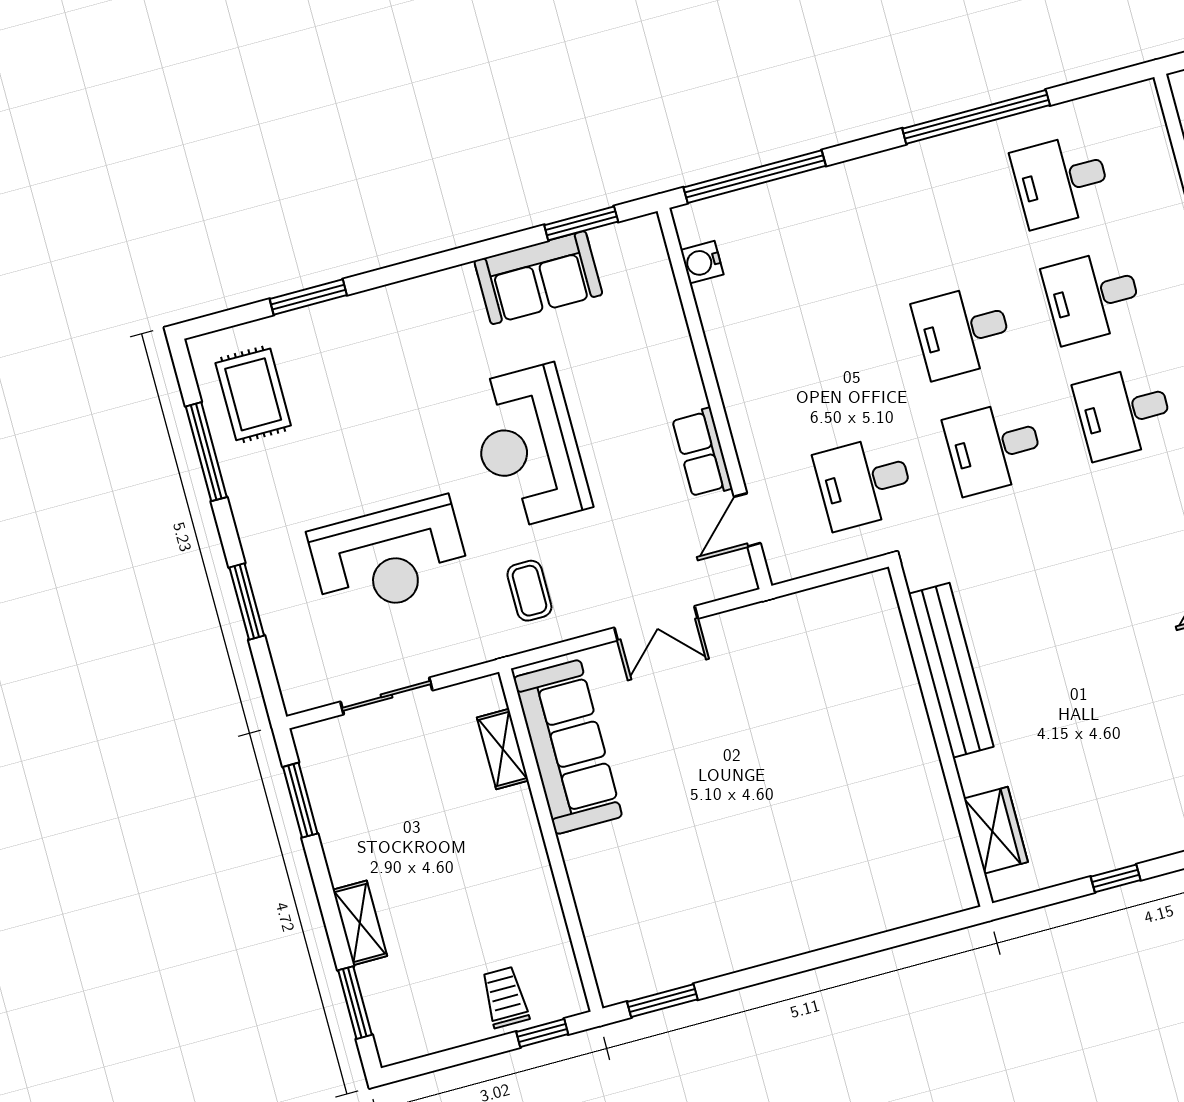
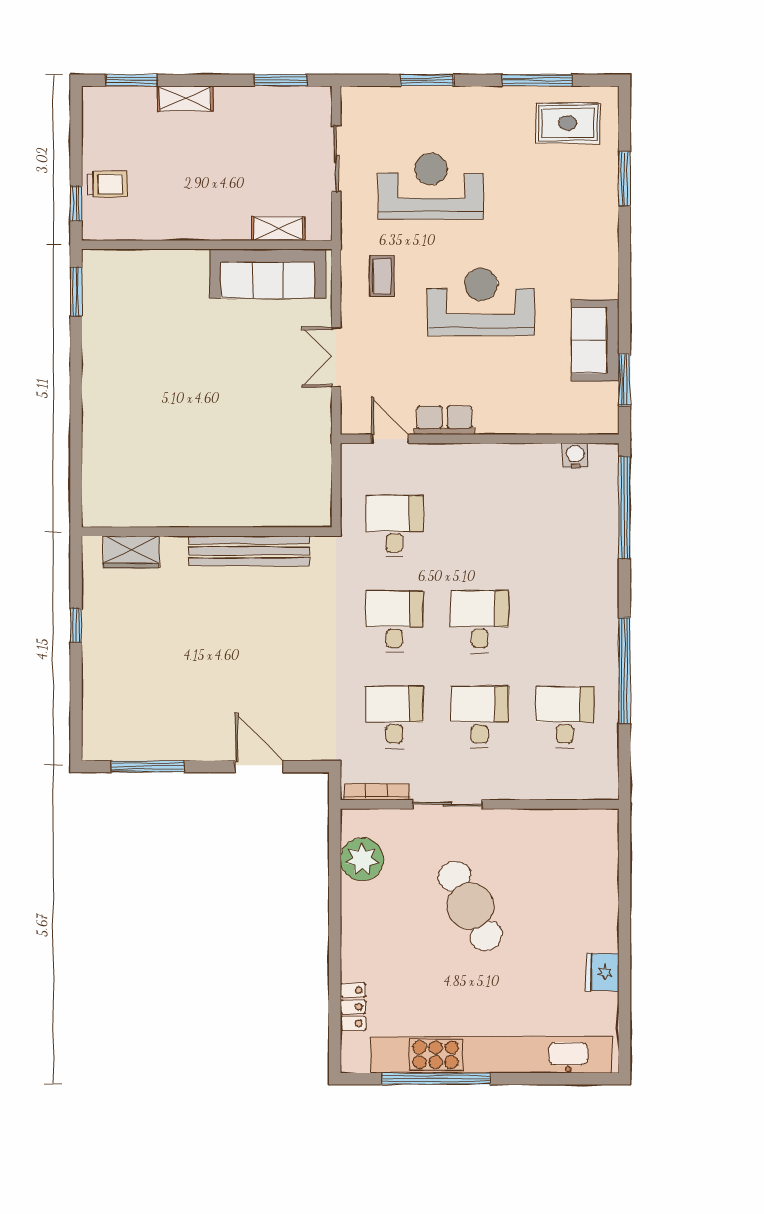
reception desk: (389, 557) -> (431, 186), turned 90
coffee table: (529, 591) -> (382, 276), turned 90

